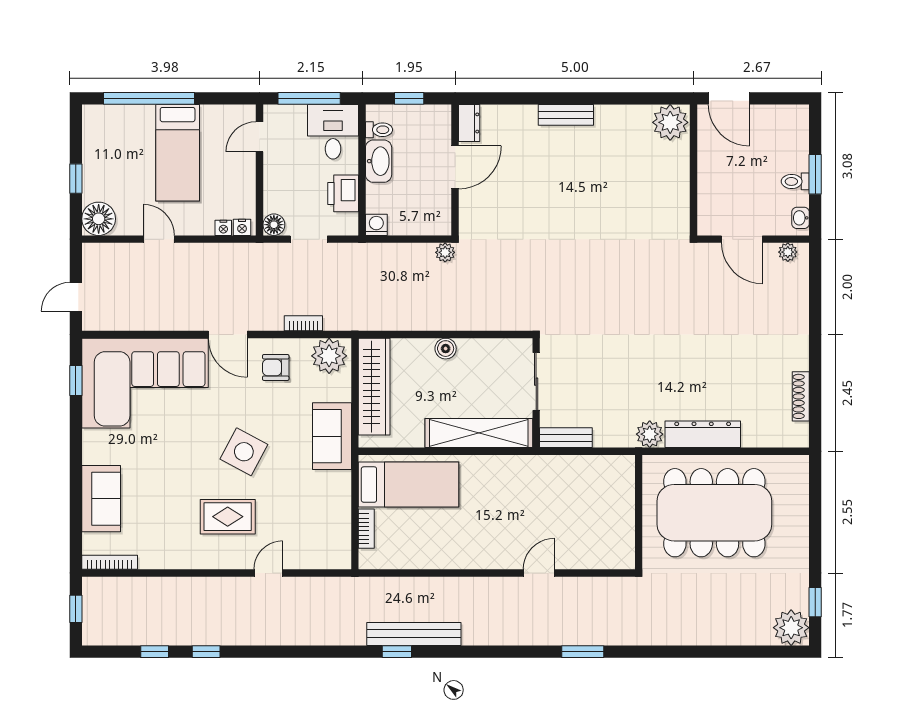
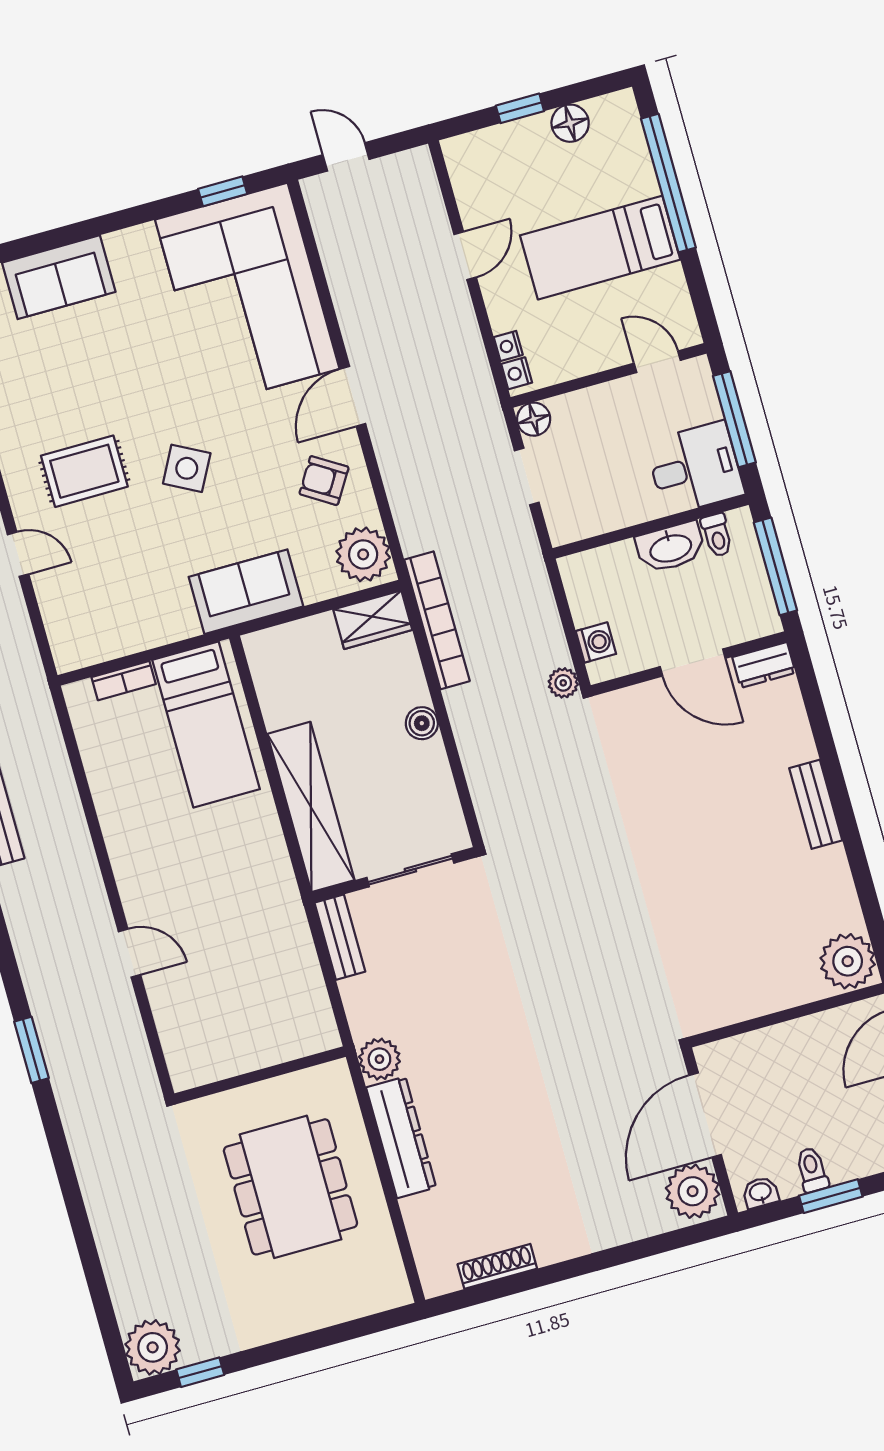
window: (409, 98) -> (775, 566), width x2.17
printer: (343, 193) -> (608, 508), removed
floor lamp: (99, 219) -> (570, 123), moved, width x0.73, depth x0.73
washing machine: (376, 225) -> (596, 642), moved
door: (742, 239) -> (705, 1115), width x1.36
plant: (788, 252) -> (693, 1191), width x1.88, depth x1.88
bookcase: (303, 323) -> (437, 620), moved, width x2.31, depth x1.31
armchair: (276, 367) -> (324, 481), turned -58
wardrobe: (374, 387) -> (373, 620), width x0.48, depth x0.85
side table: (244, 452) -> (187, 468), width x0.73, depth x0.73
dining table: (714, 513) -> (290, 1187), width x0.73, depth x0.80
rug: (228, 517) -> (84, 471), turned 90

